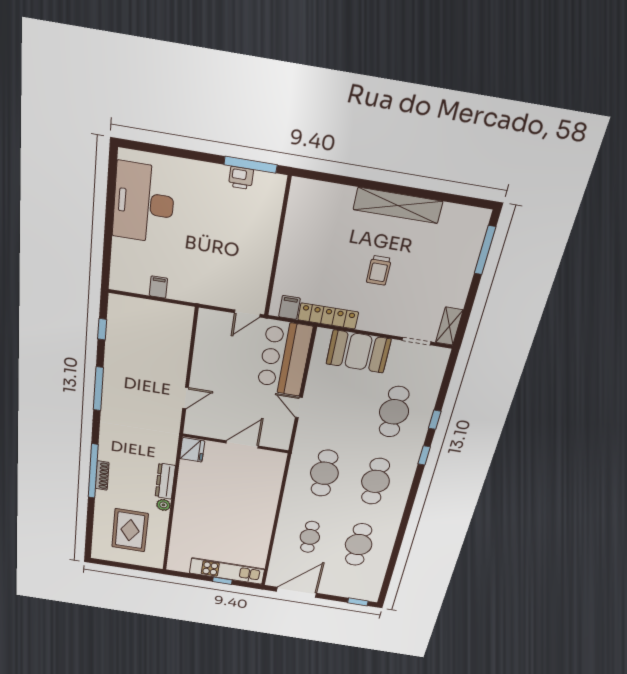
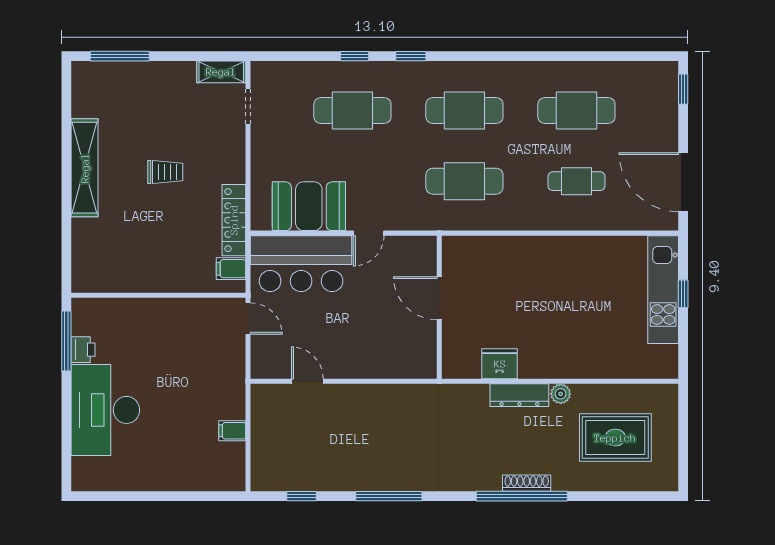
desk: (144, 203) -> (105, 410), moved, turned 90
booth: (358, 352) -> (309, 206), moved, turned 90
door: (186, 398) -> (307, 381), moved
fridge: (192, 450) -> (500, 364), moved

